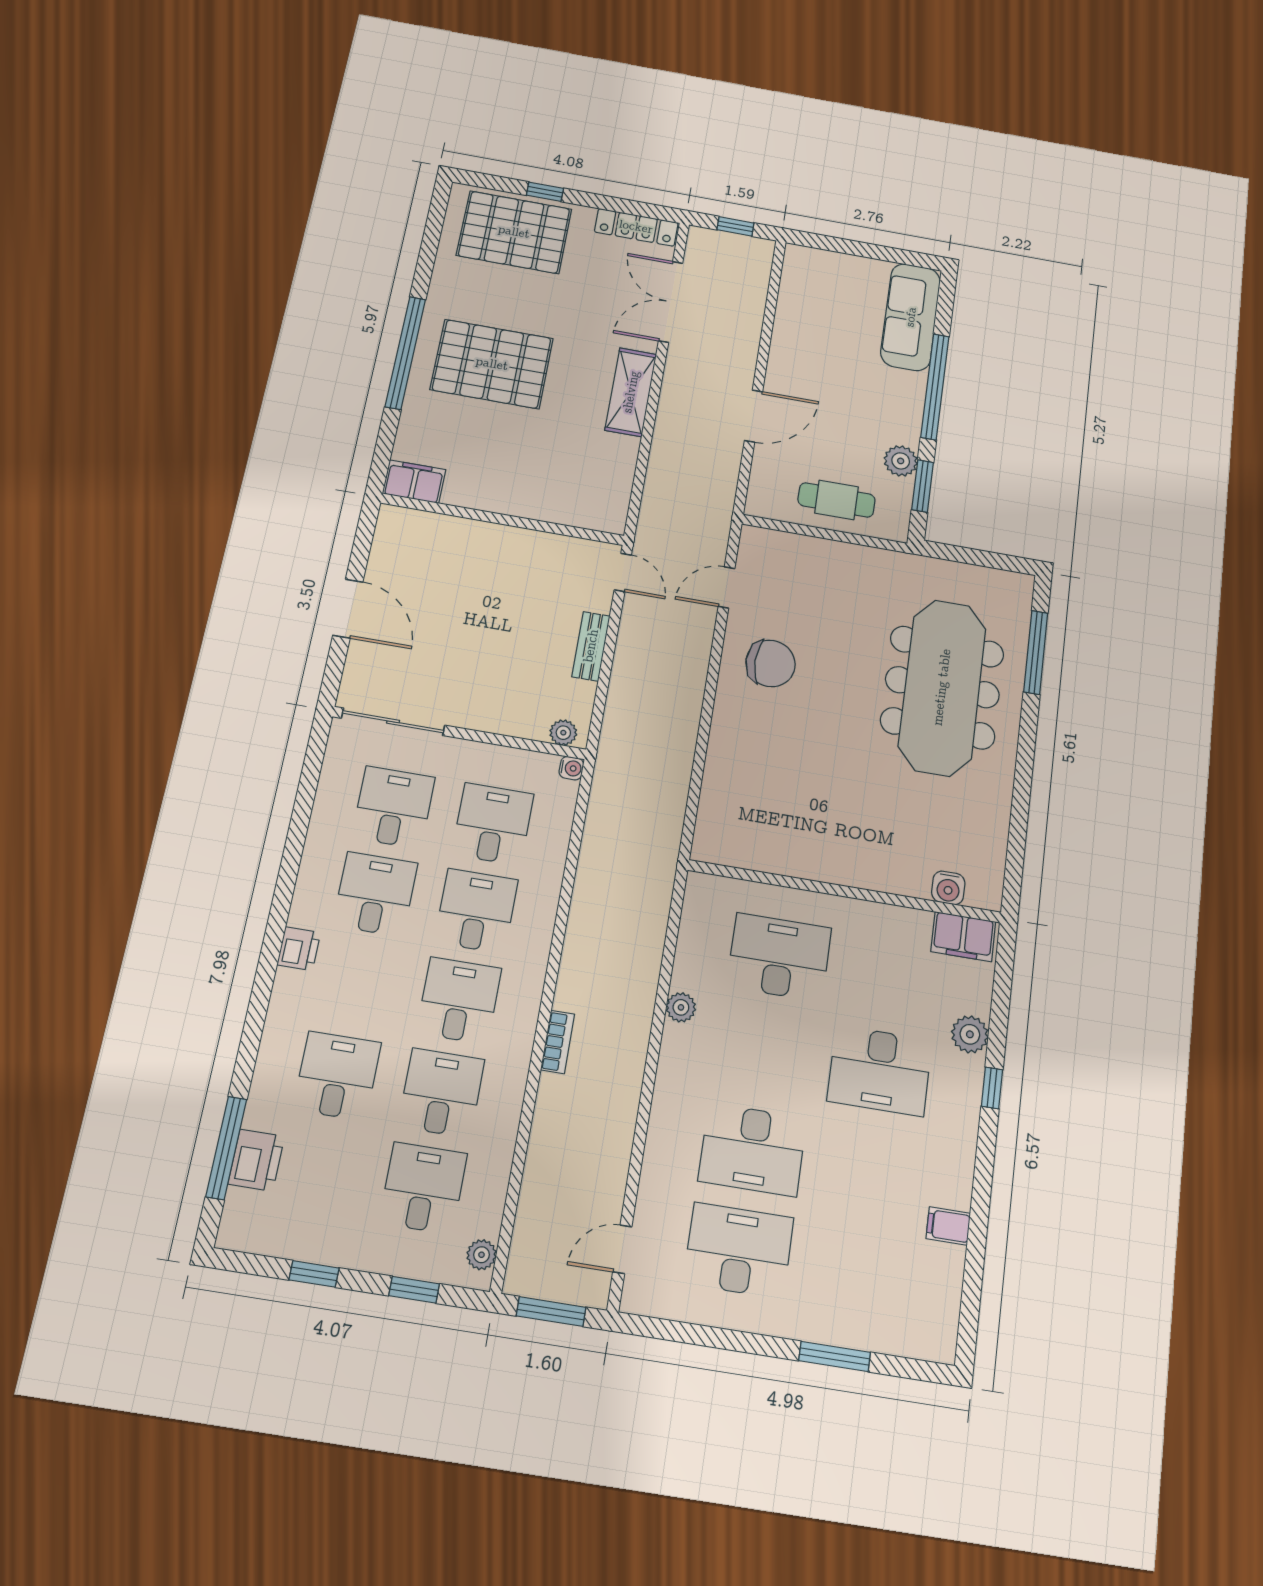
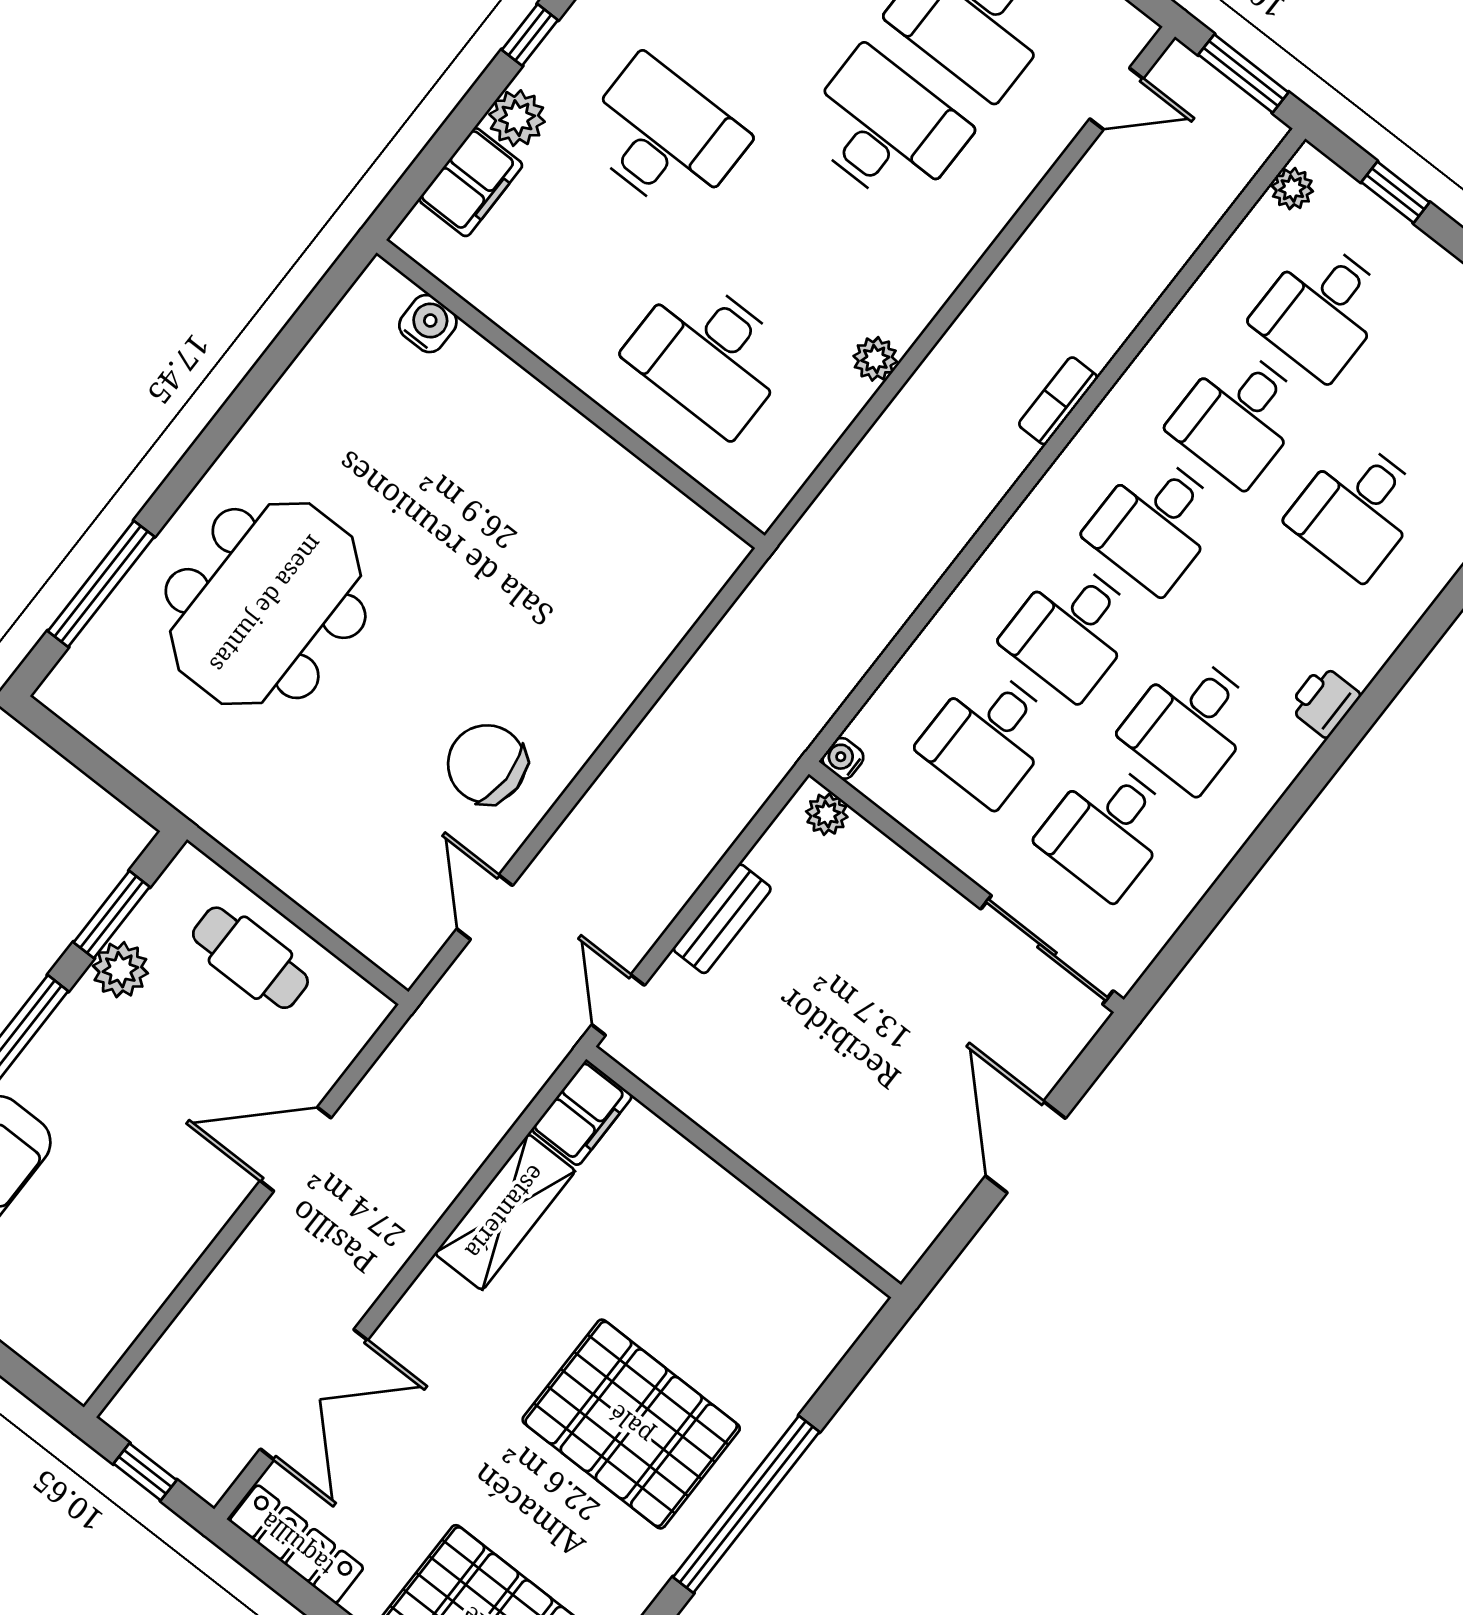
shelving: (631, 392) -> (505, 1212), moved
filing cabinet: (414, 482) -> (582, 1113), moved, turned -90
door: (727, 587) -> (485, 907), swing flipped
meeting table: (942, 687) -> (266, 604), width x0.73
filing cabinet: (963, 937) -> (471, 182), moved, turned 90

